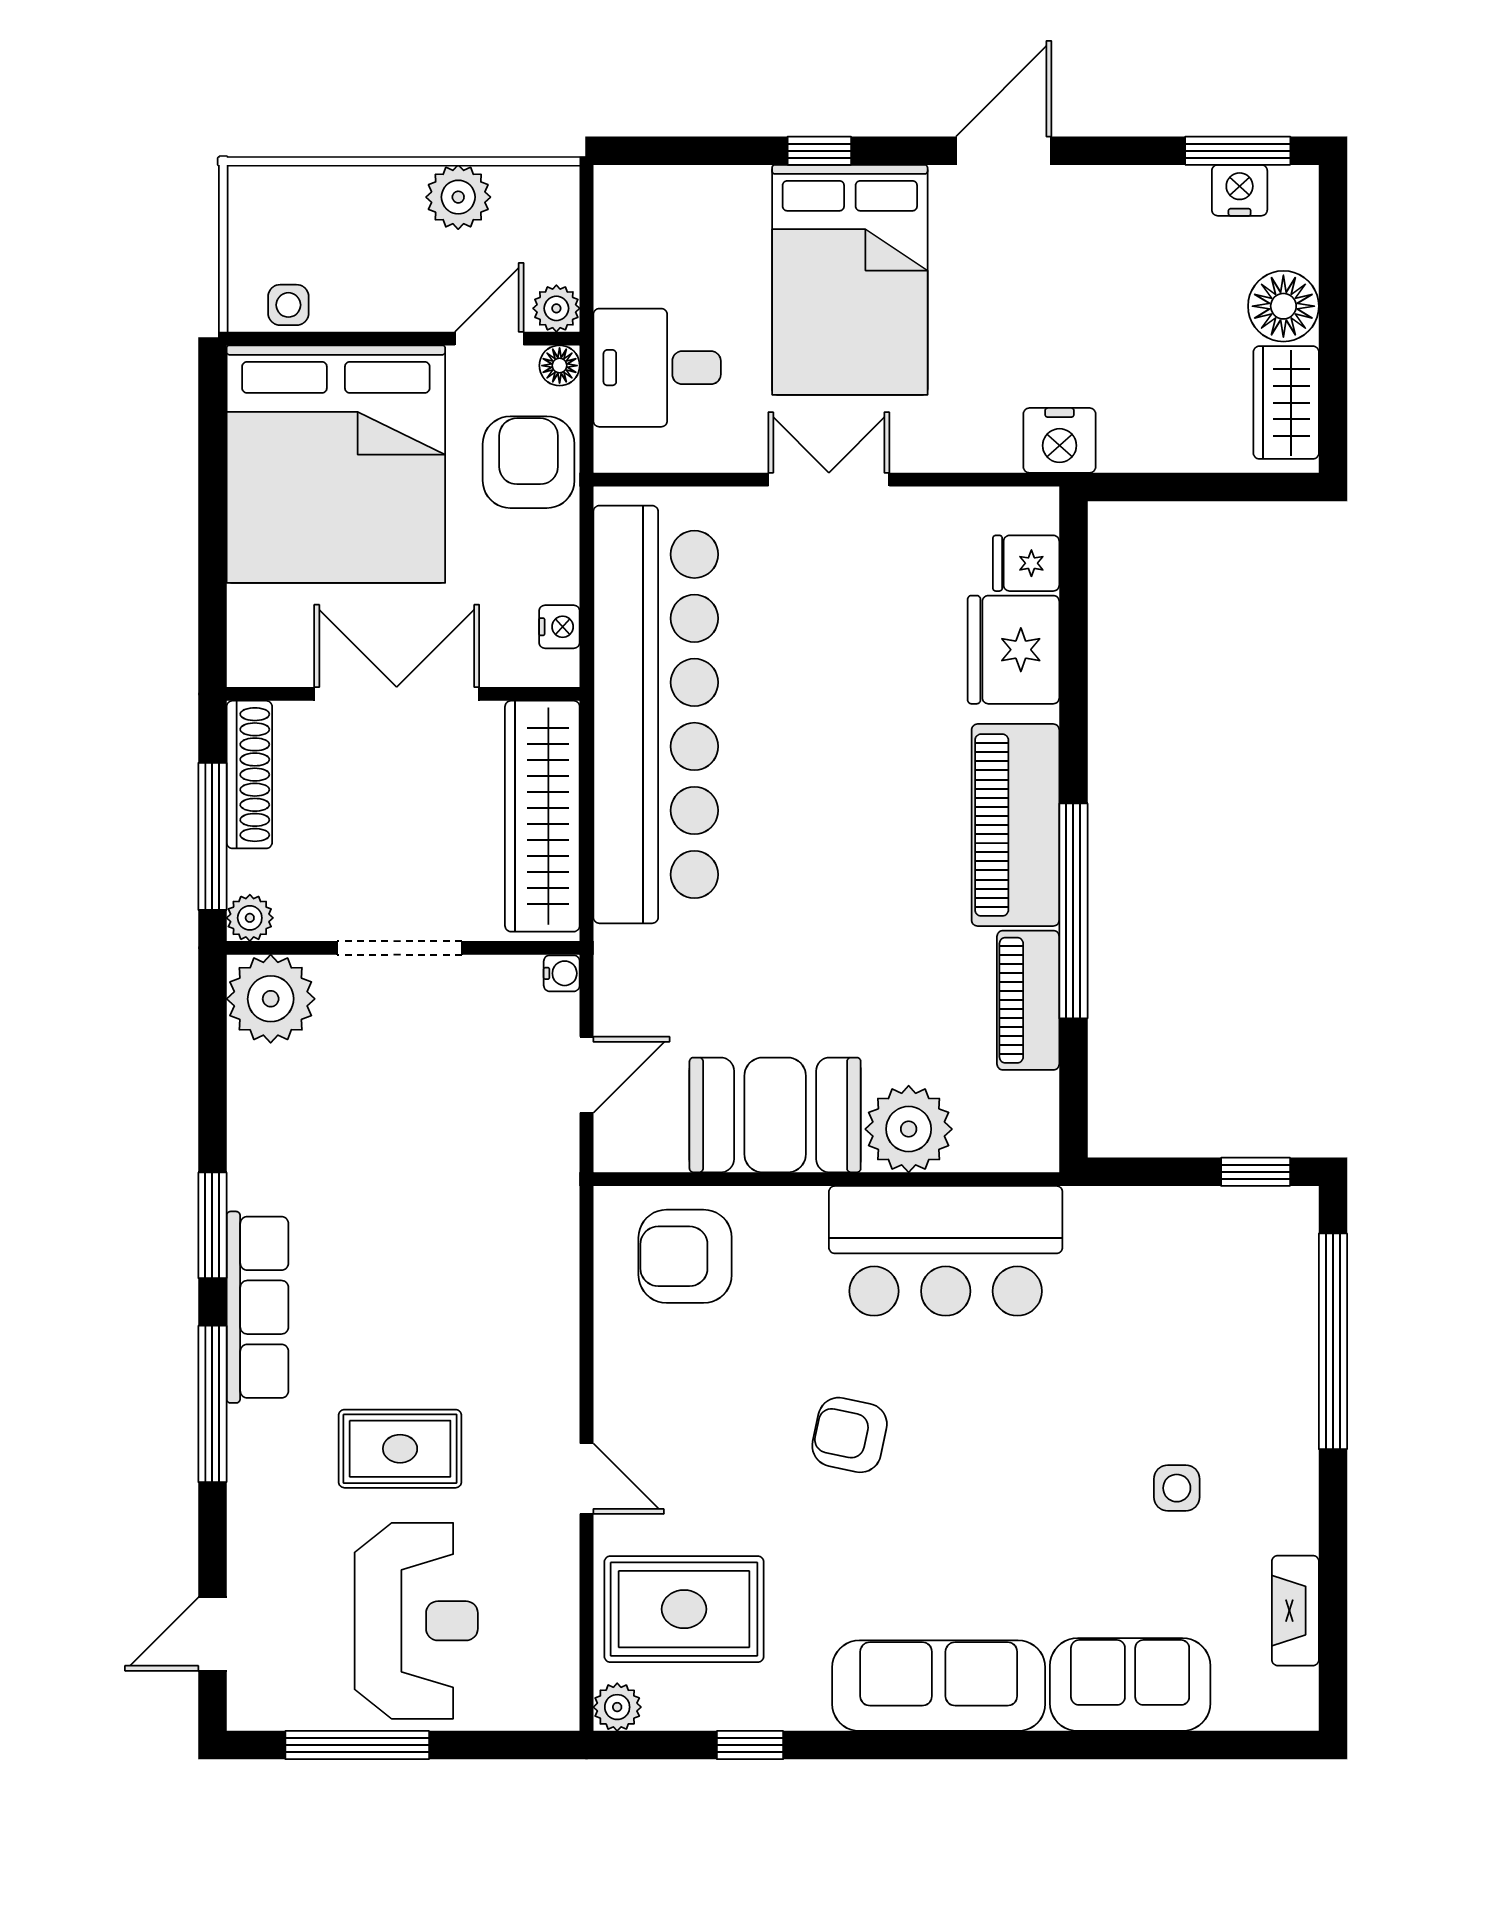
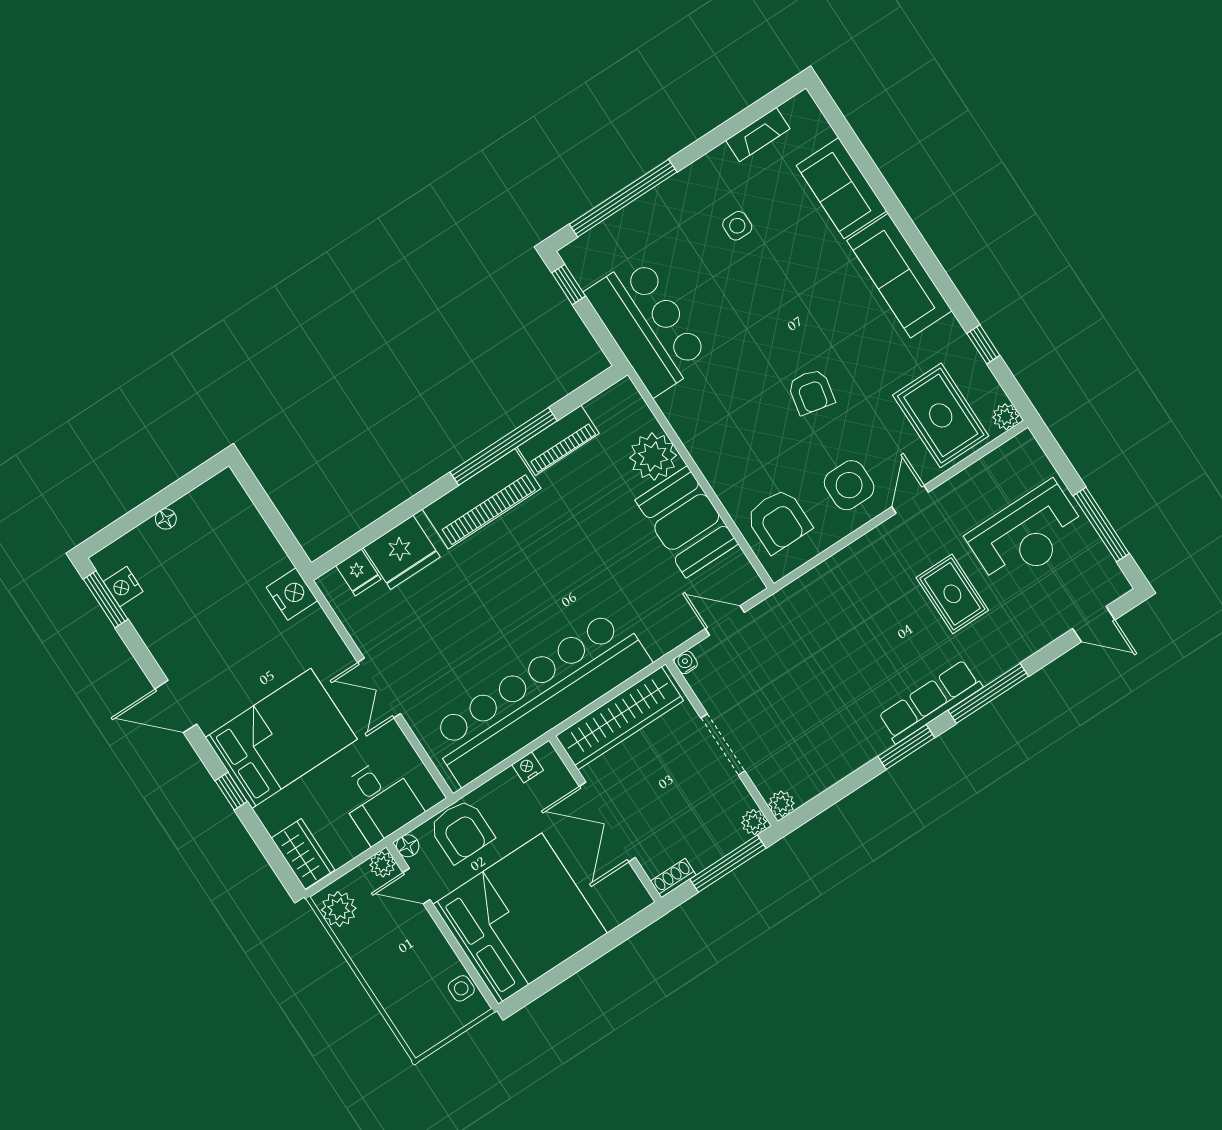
plant: (458, 197) -> (339, 909), moved
floor lamp: (1283, 306) -> (166, 519), width x0.53, depth x0.53
wardrobe: (1286, 403) -> (303, 854), moved, turned -90
armchair: (529, 462) -> (461, 831), turned -90
shoe rack: (249, 775) -> (673, 878), width x0.51, depth x0.81
plant: (271, 999) -> (782, 804), width x0.53, depth x0.53
bar counter: (946, 1251) -> (647, 326), moved
side table: (669, 1400) -> (849, 485), added
reception desk: (416, 1621) -> (1026, 535), turned 180

